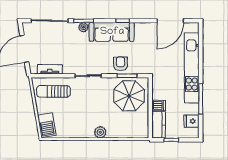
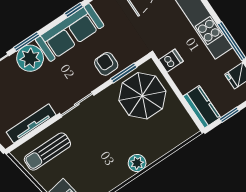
plant: (83, 27) -> (30, 58), width x1.87, depth x1.87
tv unit: (50, 69) -> (31, 124), width x1.41
dishwasher: (159, 105) -> (171, 61), moved

